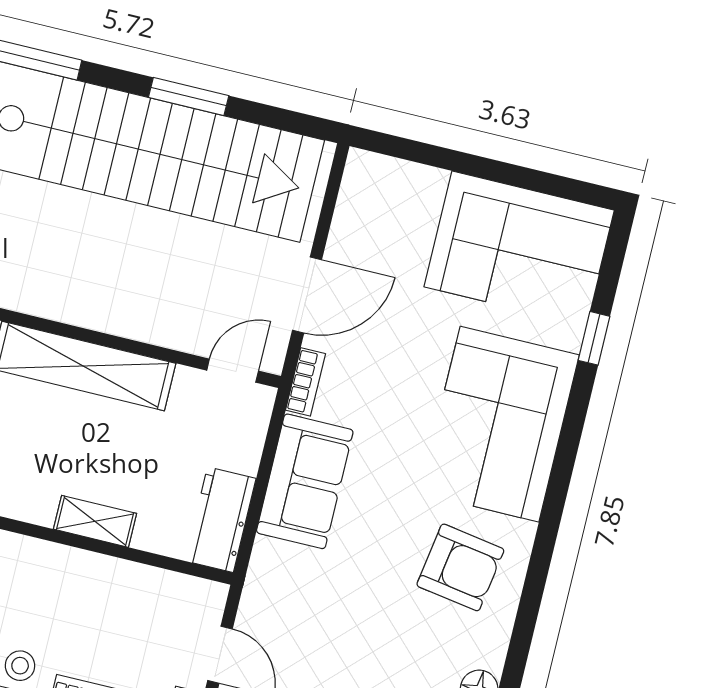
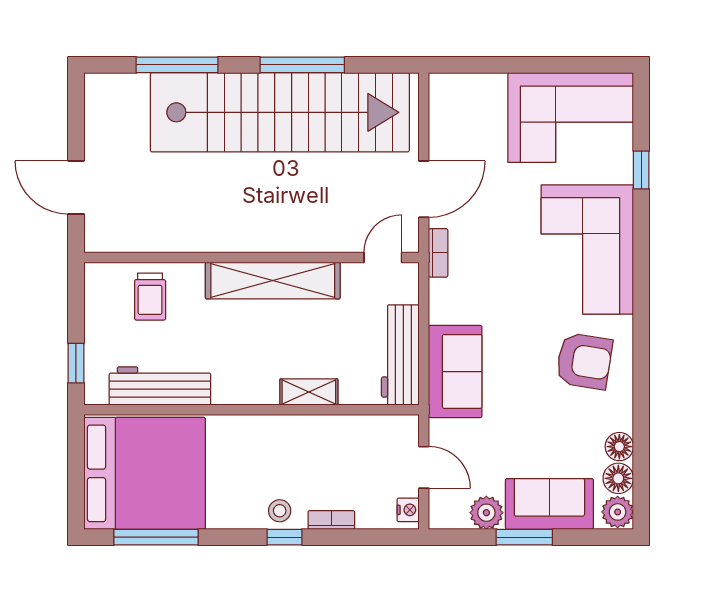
window: (189, 97) -> (302, 65), width x1.44
sofa: (305, 481) -> (455, 372), moved
workbench: (220, 520) -> (400, 355), width x1.37

